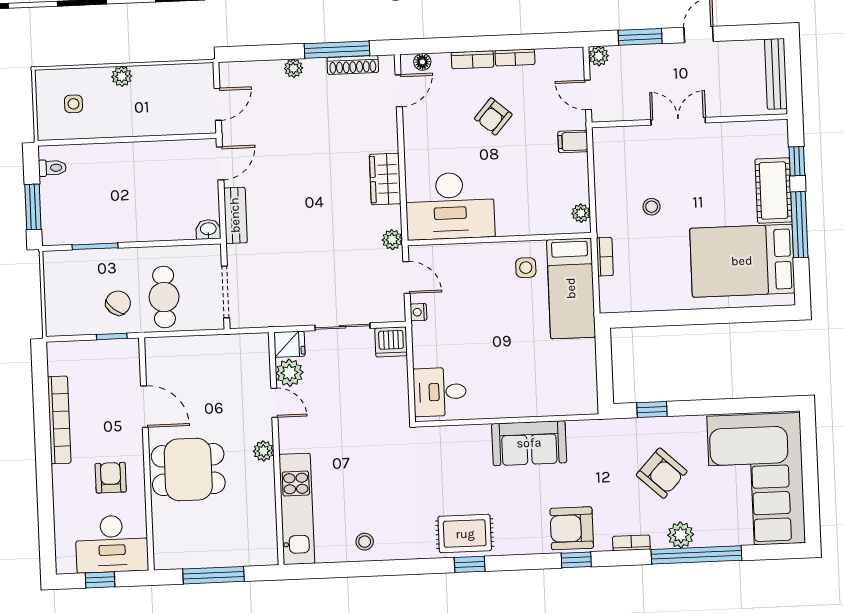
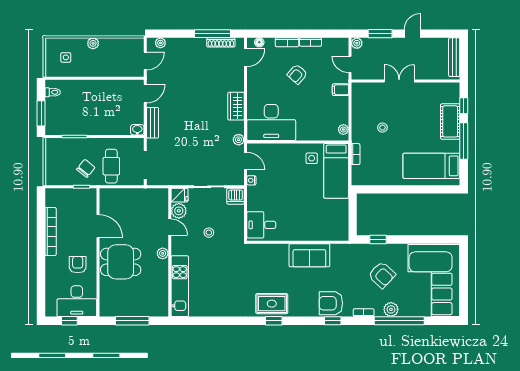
plant: (293, 68) -> (160, 43), moved
bed: (742, 261) -> (431, 166), width x0.67
stool: (365, 542) -> (209, 233), moved

